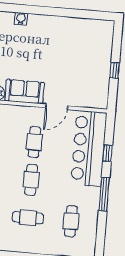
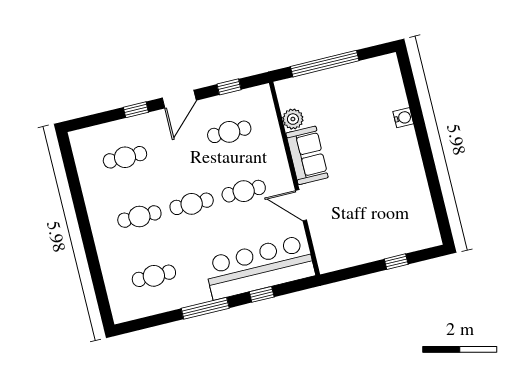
window: (115, 70) -> (396, 262), moved
cafe table: (28, 218) -> (139, 217), turned 90

